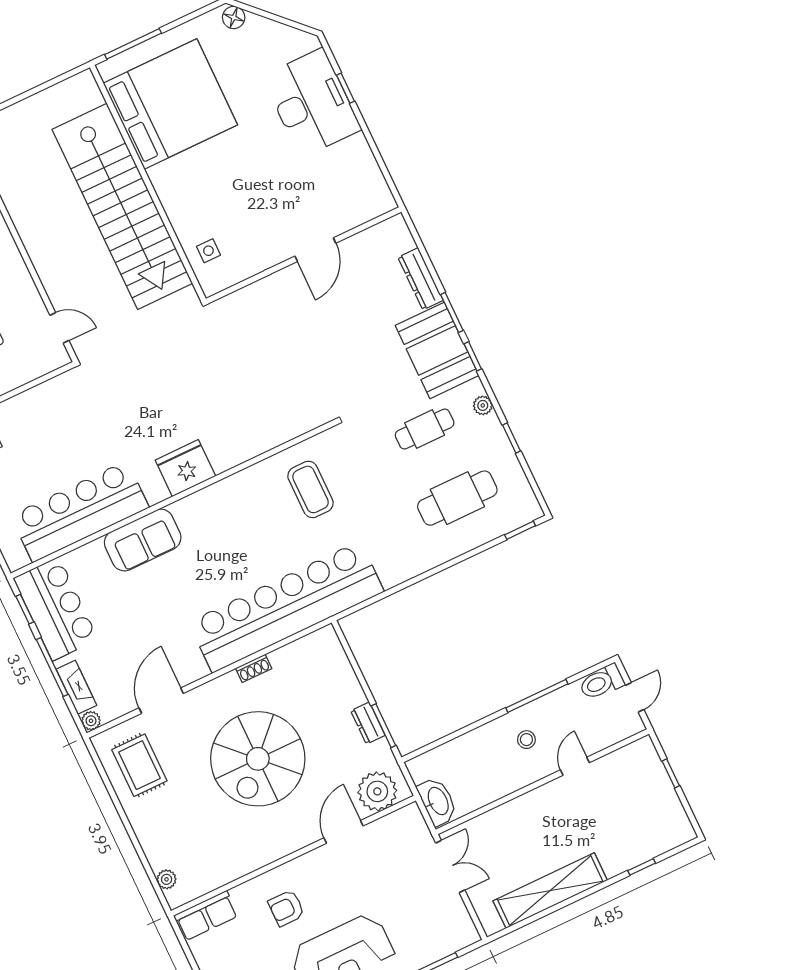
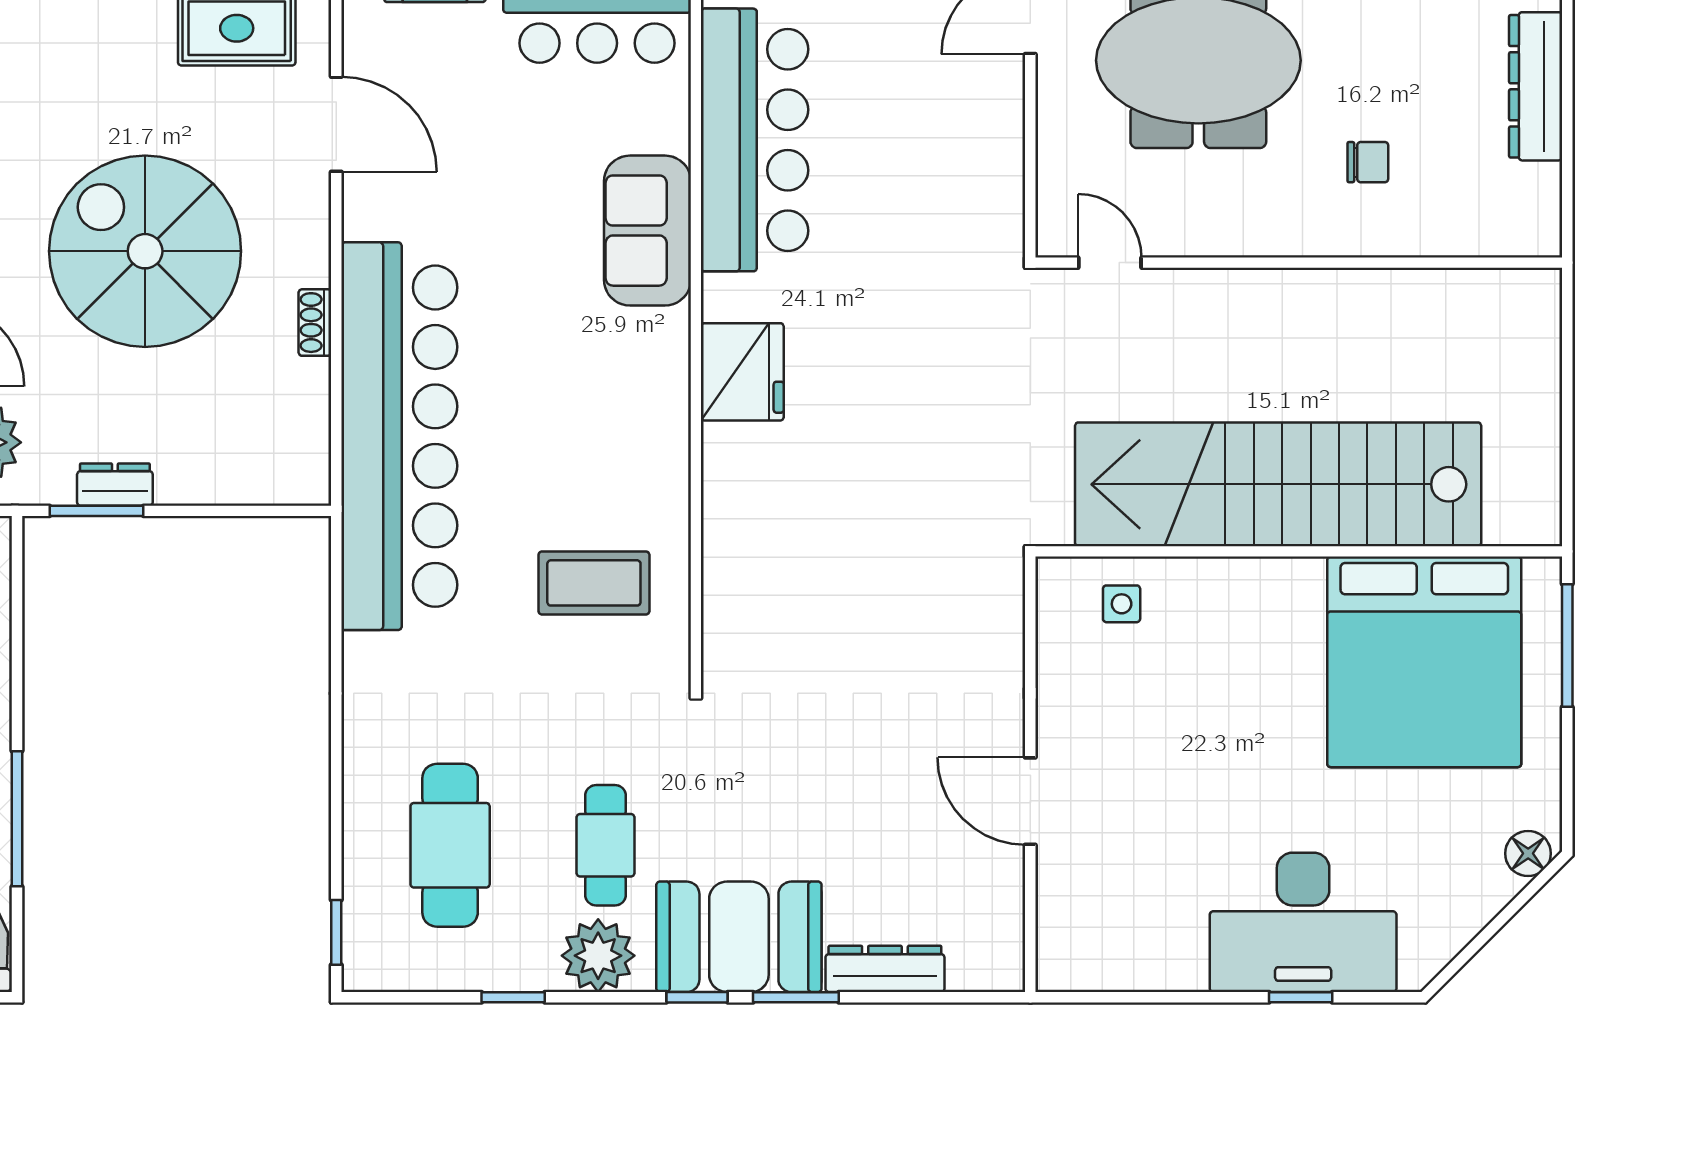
door: (59, 328) -> (1110, 263), swing flipped
plant: (483, 405) -> (598, 956), width x1.88, depth x1.88

